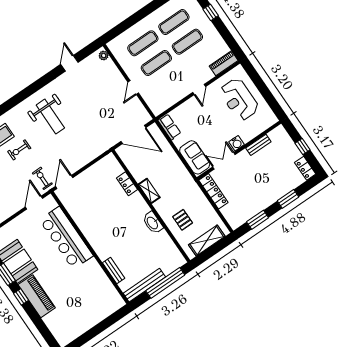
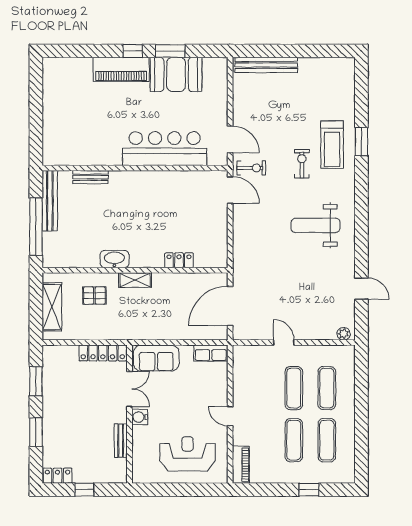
shelving: (149, 191) -> (135, 280), moved

